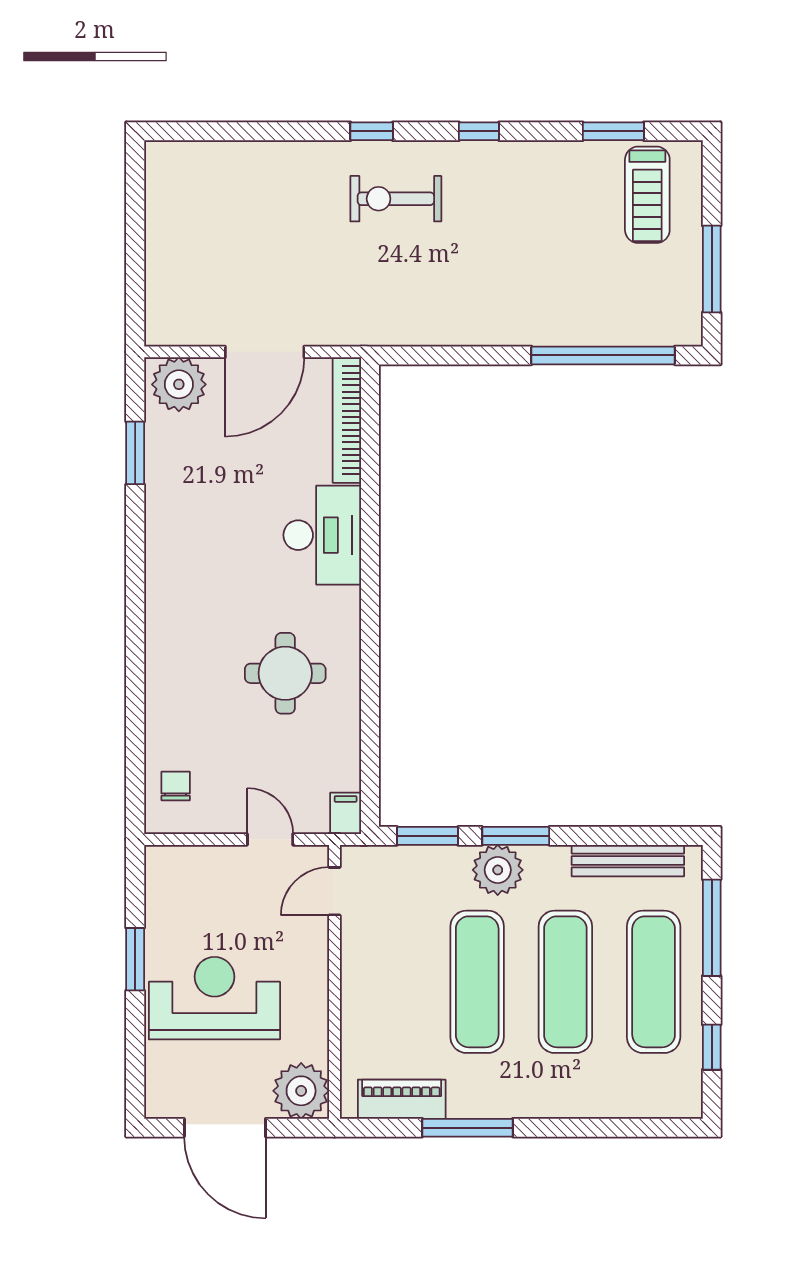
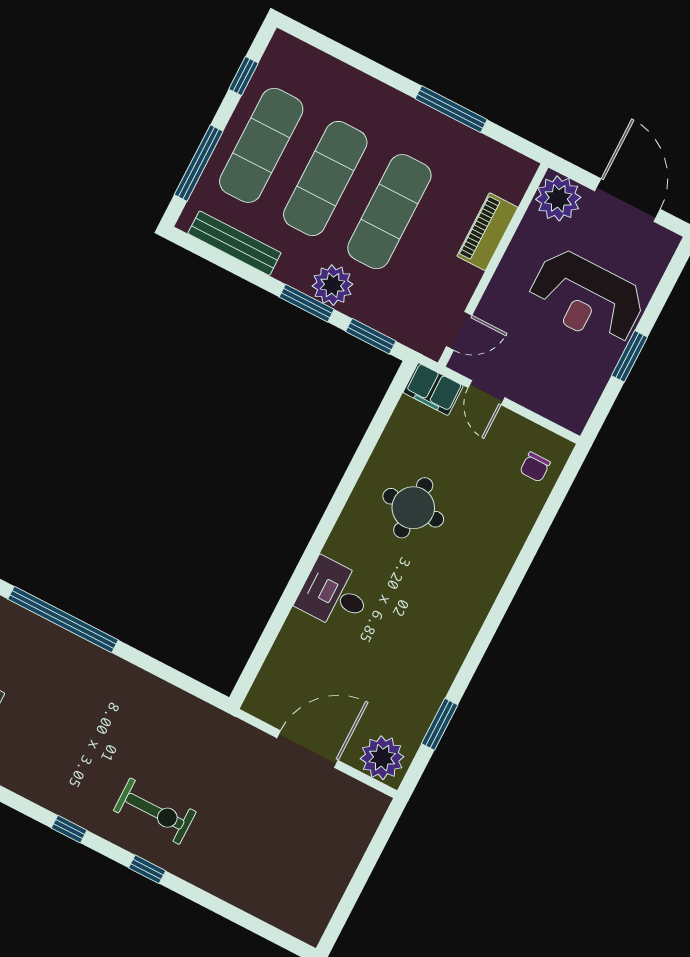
bookcase: (347, 420) -> (273, 669), removed
desk: (322, 535) -> (334, 594), width x0.73
filing cabinet: (346, 813) -> (433, 389), width x2.00
piano: (402, 1099) -> (487, 232), moved, turned 90

